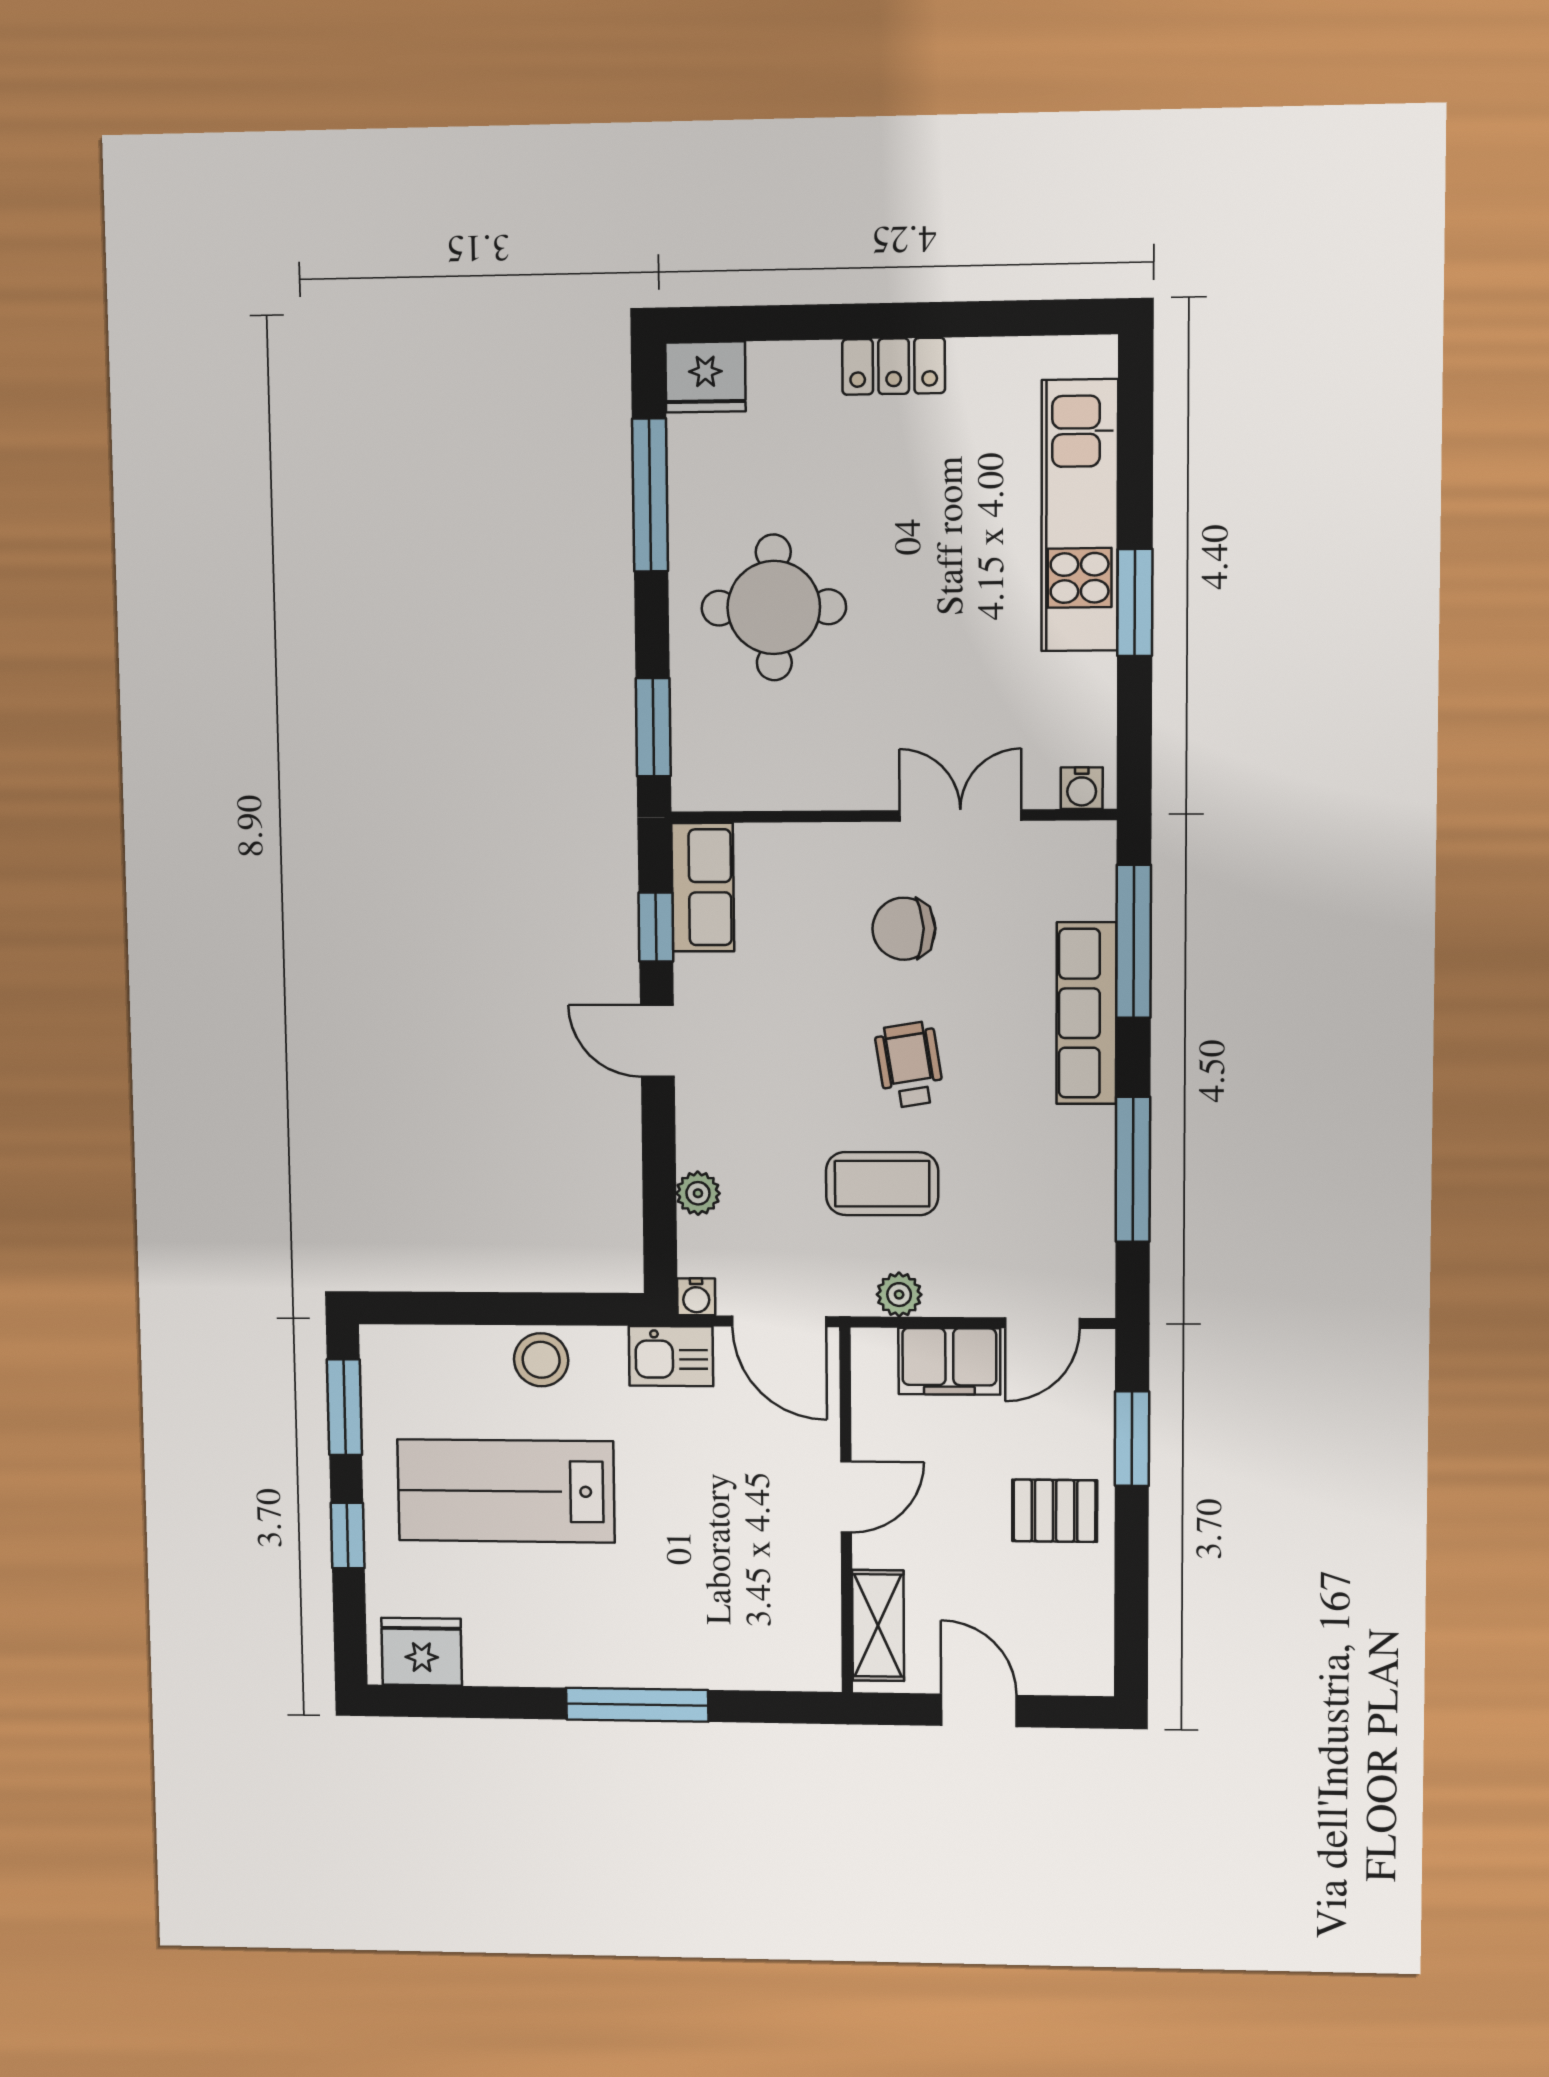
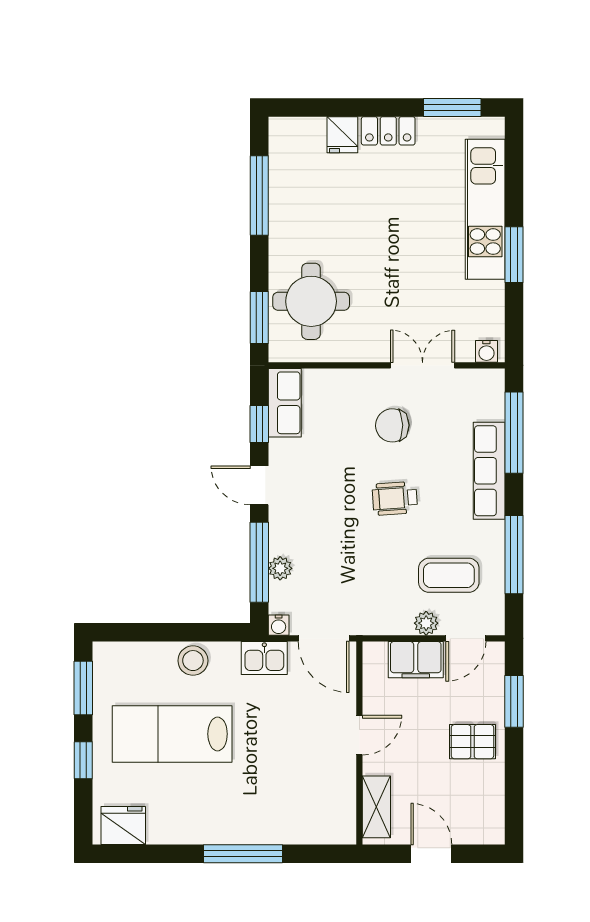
window: (1016, 318) -> (452, 108), added
fridge: (705, 377) -> (342, 135), moved, width x0.72
round table: (774, 607) -> (311, 301), moved
wheelchair: (909, 1065) -> (395, 498), turned -85
window: (659, 1182) -> (259, 562), added
coffee table: (882, 1184) -> (449, 575), moved
plant: (899, 1295) -> (426, 623), moved

